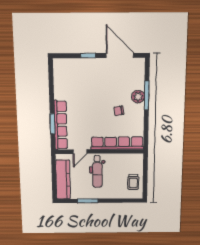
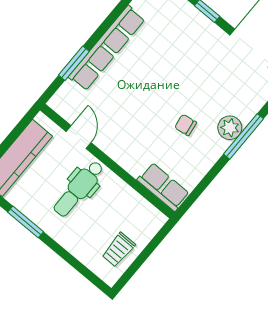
row of seats: (61, 125) -> (107, 48), moved
row of seats: (117, 143) -> (163, 187), width x0.50
door: (80, 152) -> (79, 137), swing flipped

